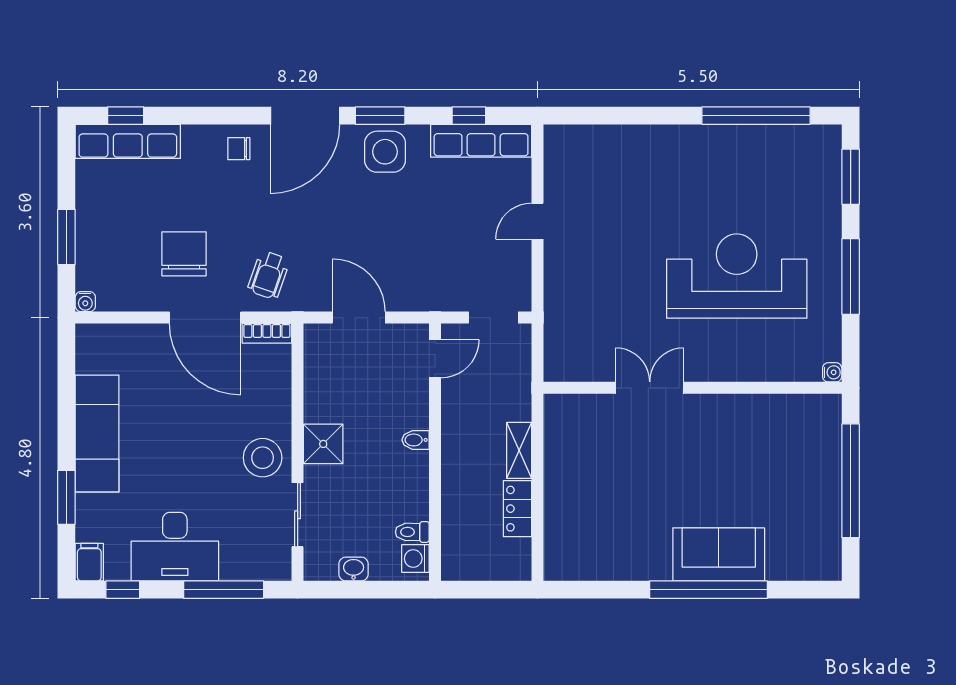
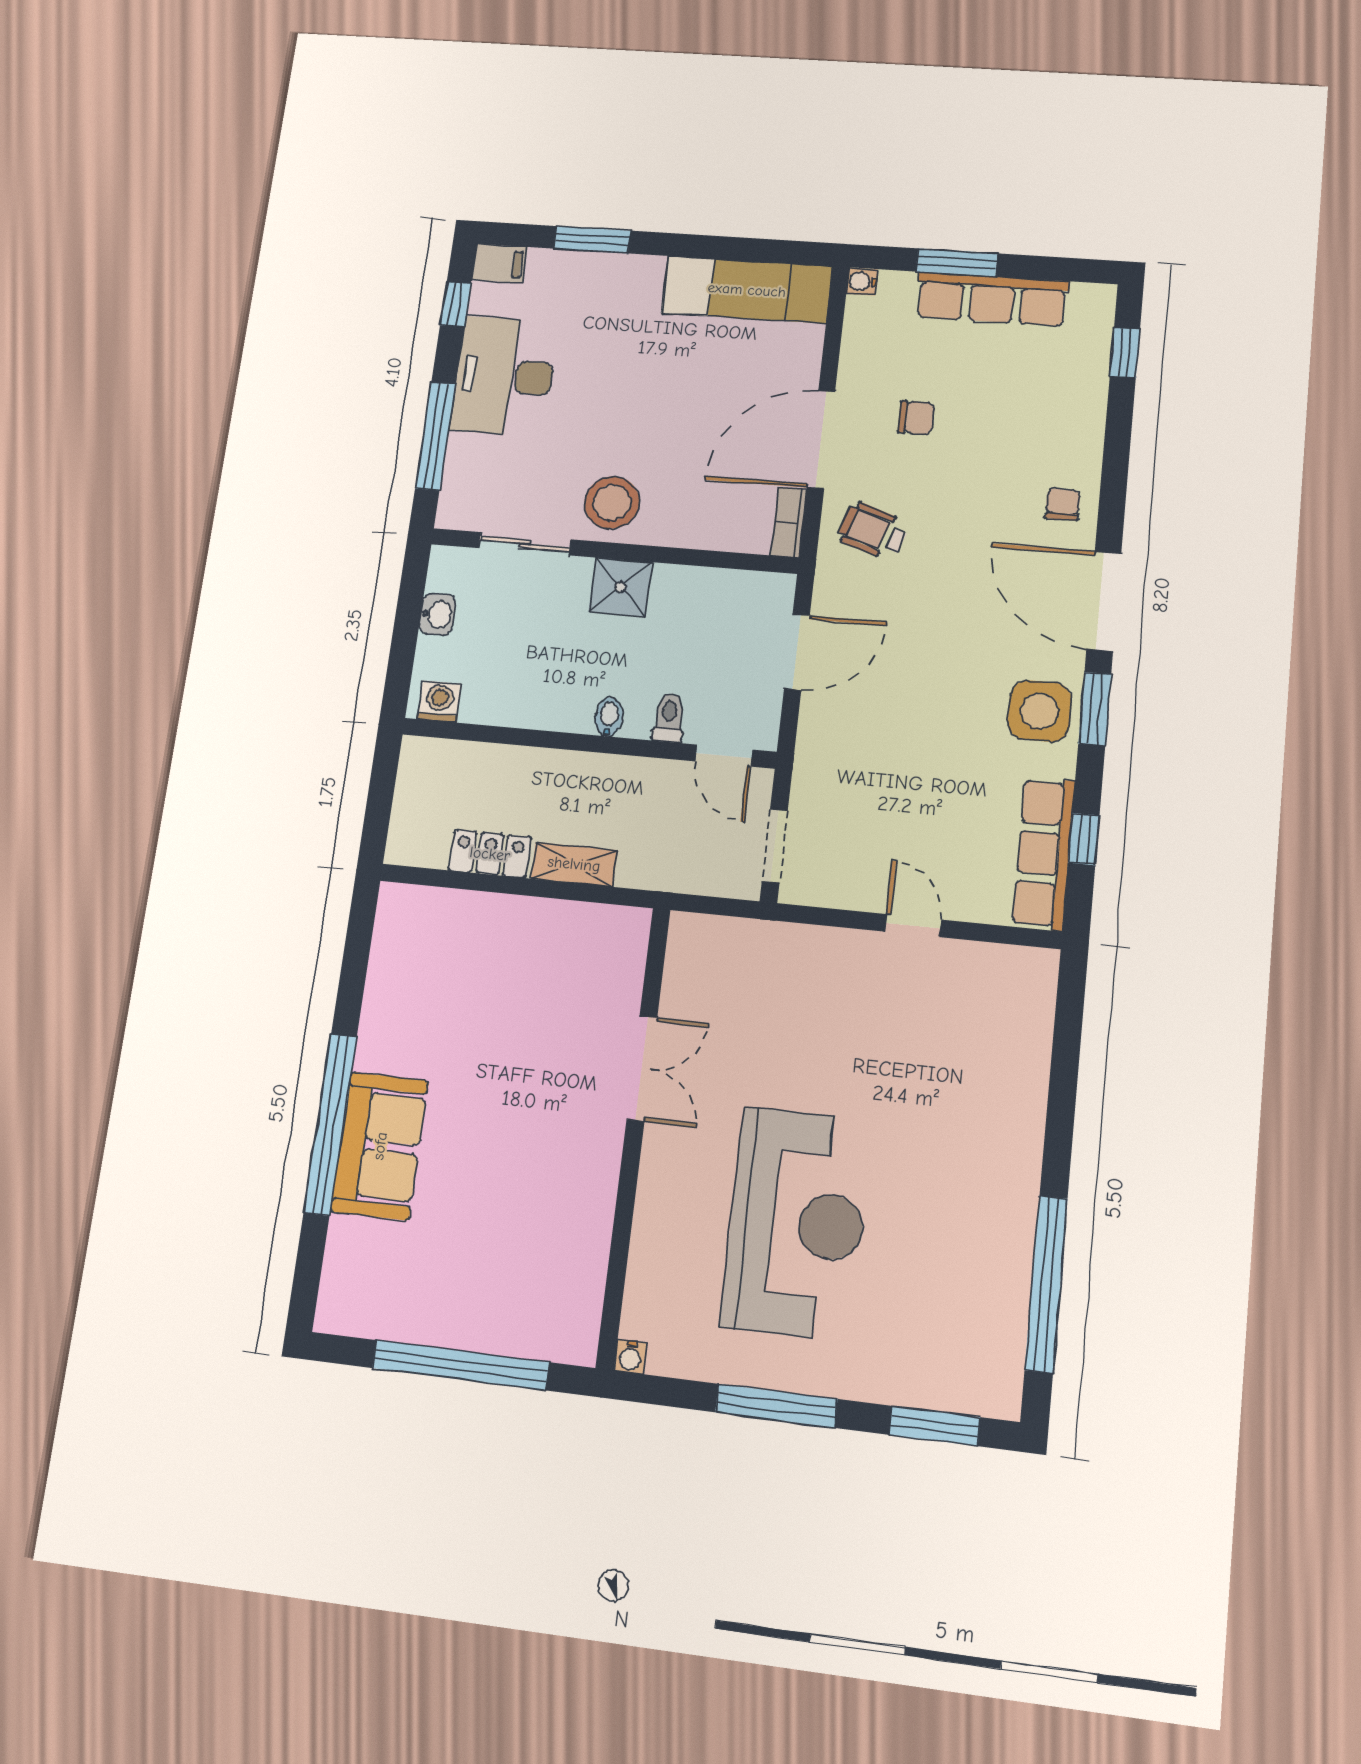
row of seats: (128, 141) -> (992, 299), moved, turned -90
chair: (184, 254) -> (916, 418), width x0.54, depth x0.54
exam couch: (97, 433) -> (747, 290), moved
toilet: (412, 532) -> (669, 718), moved

